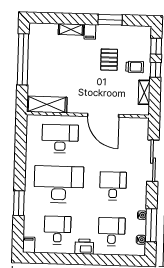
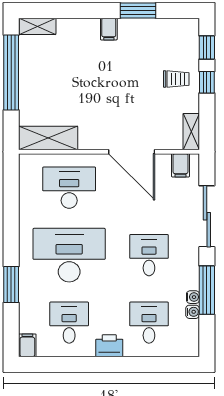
shelving: (71, 29) -> (37, 26), moved
pallet: (109, 60) -> (138, 69), removed
shelving: (144, 92) -> (191, 132), moved
filing cabinet: (136, 126) -> (180, 165), added
window: (151, 225) -> (207, 290), moved
water cooler: (141, 240) -> (193, 312), moved

